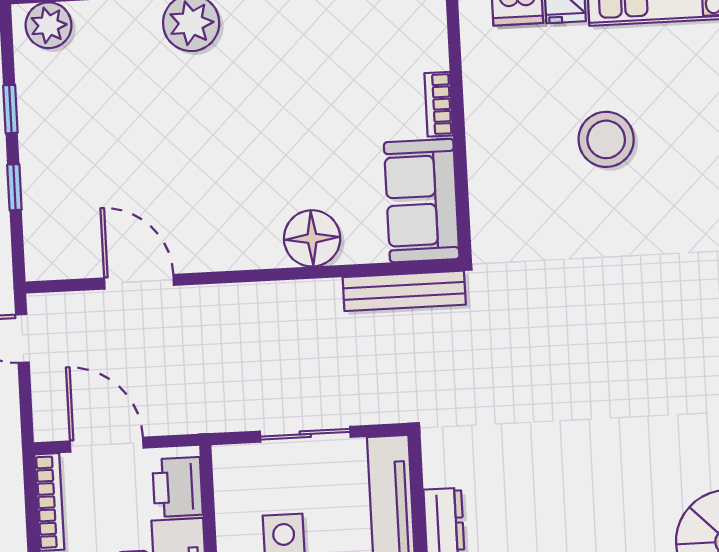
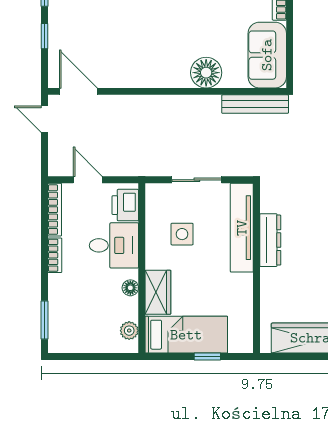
door: (139, 282) -> (78, 91), moved
door: (107, 445) -> (88, 180), width x0.73

